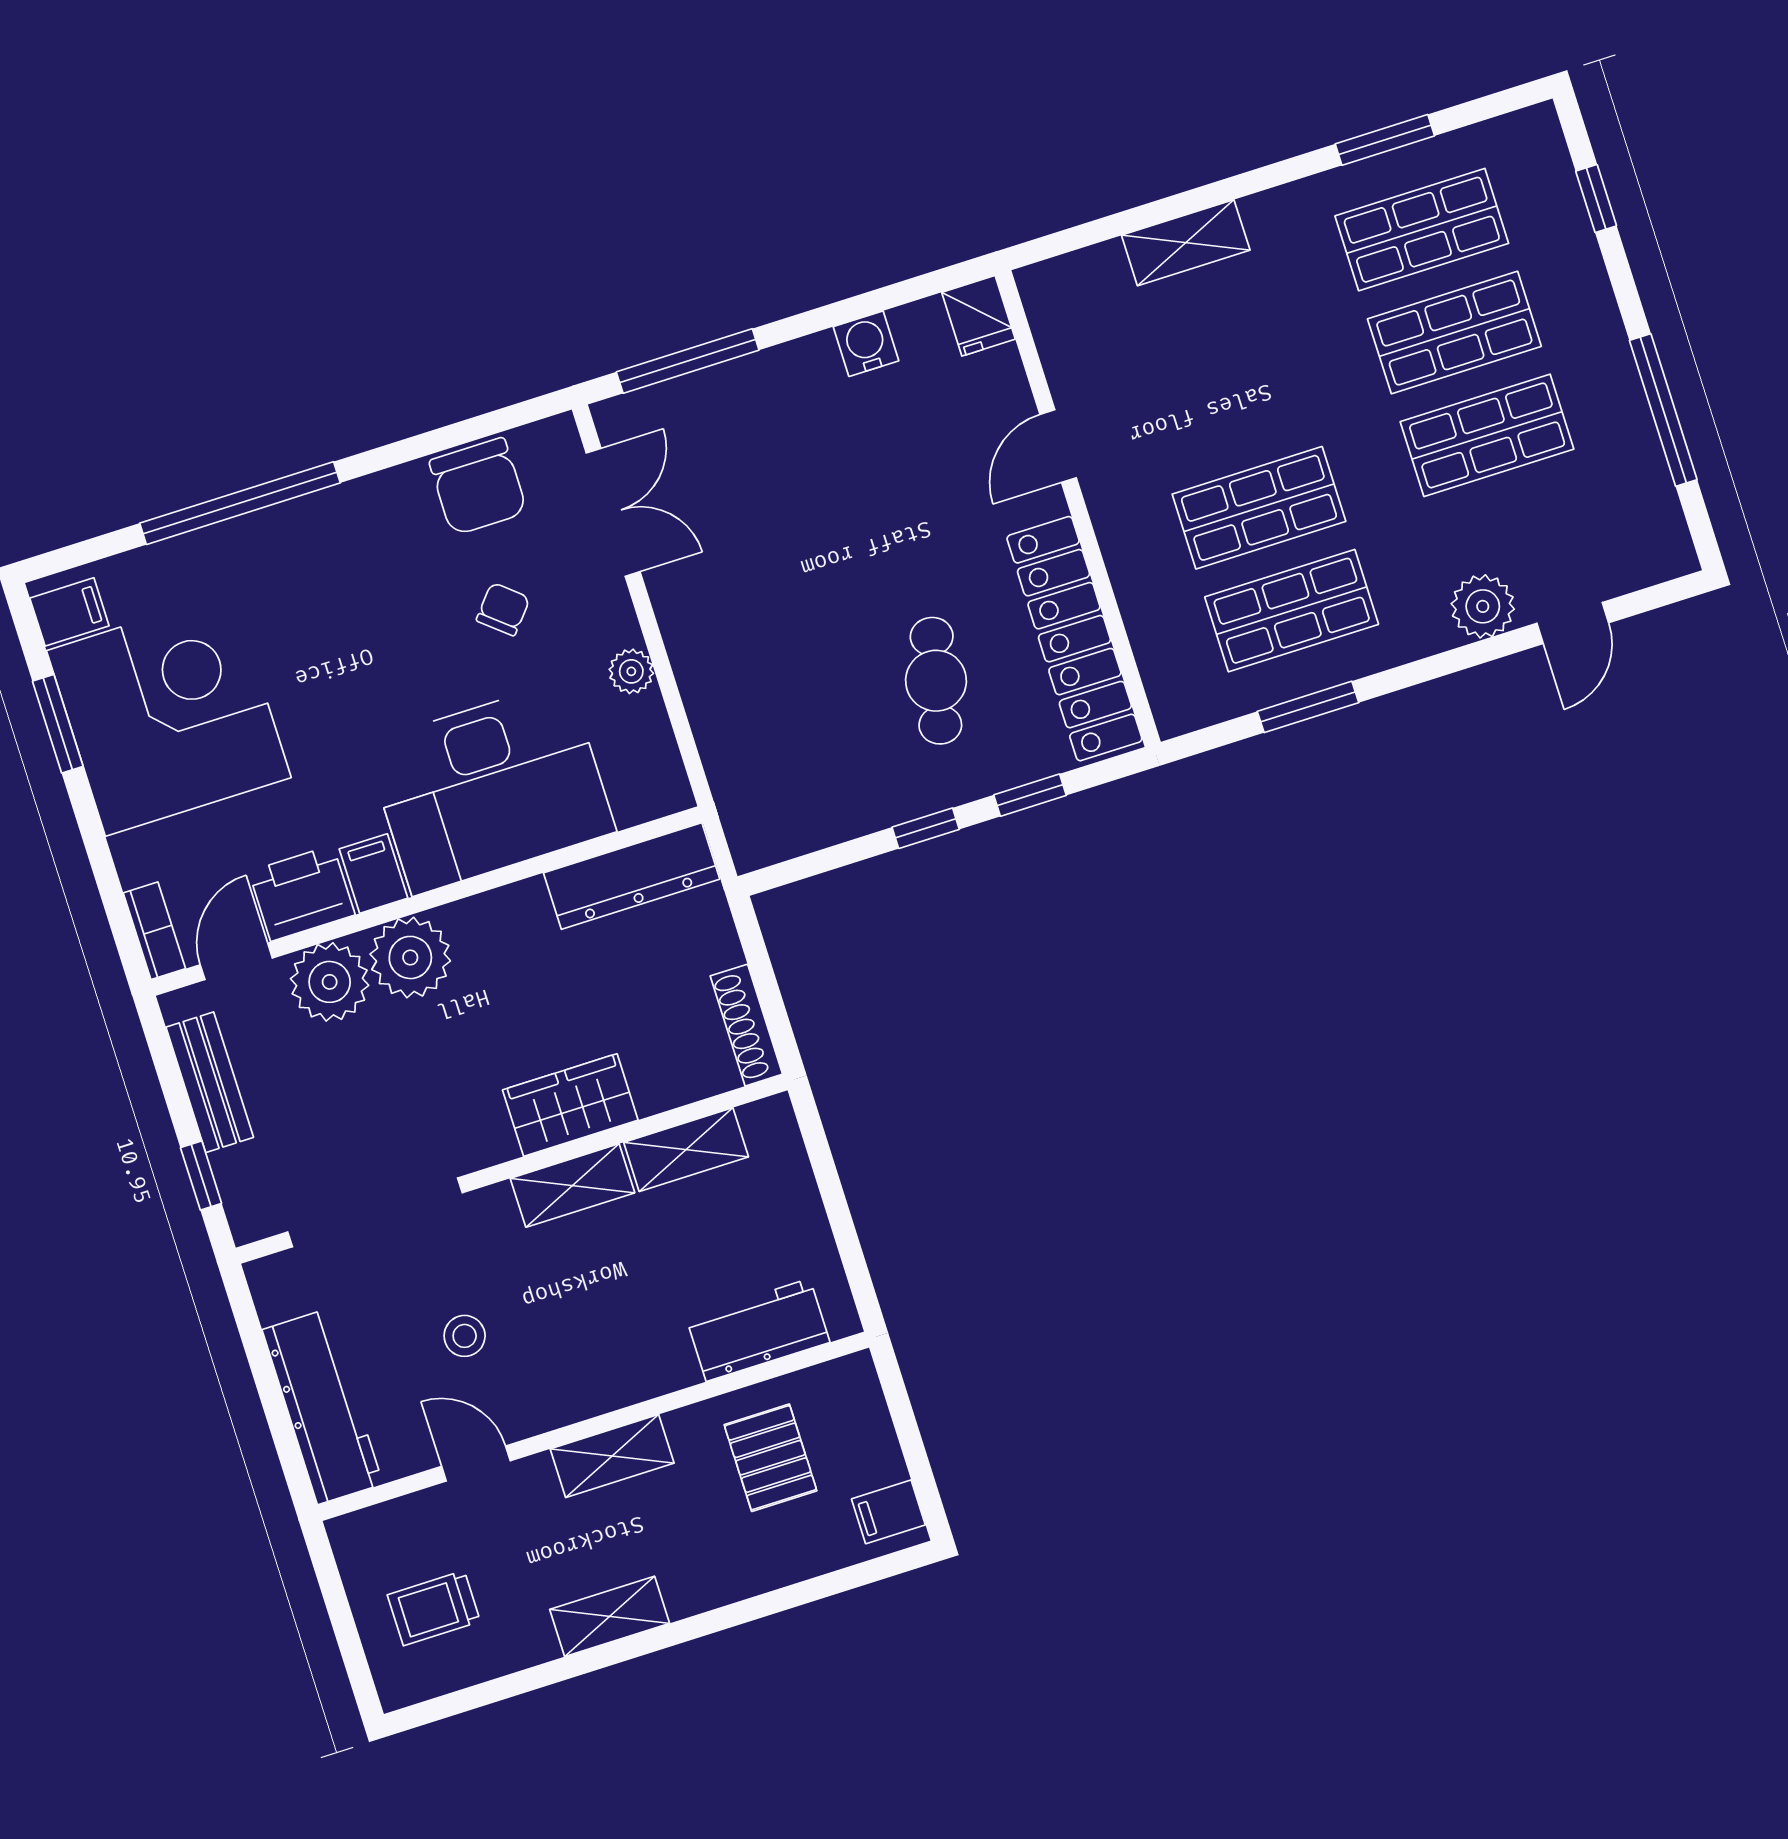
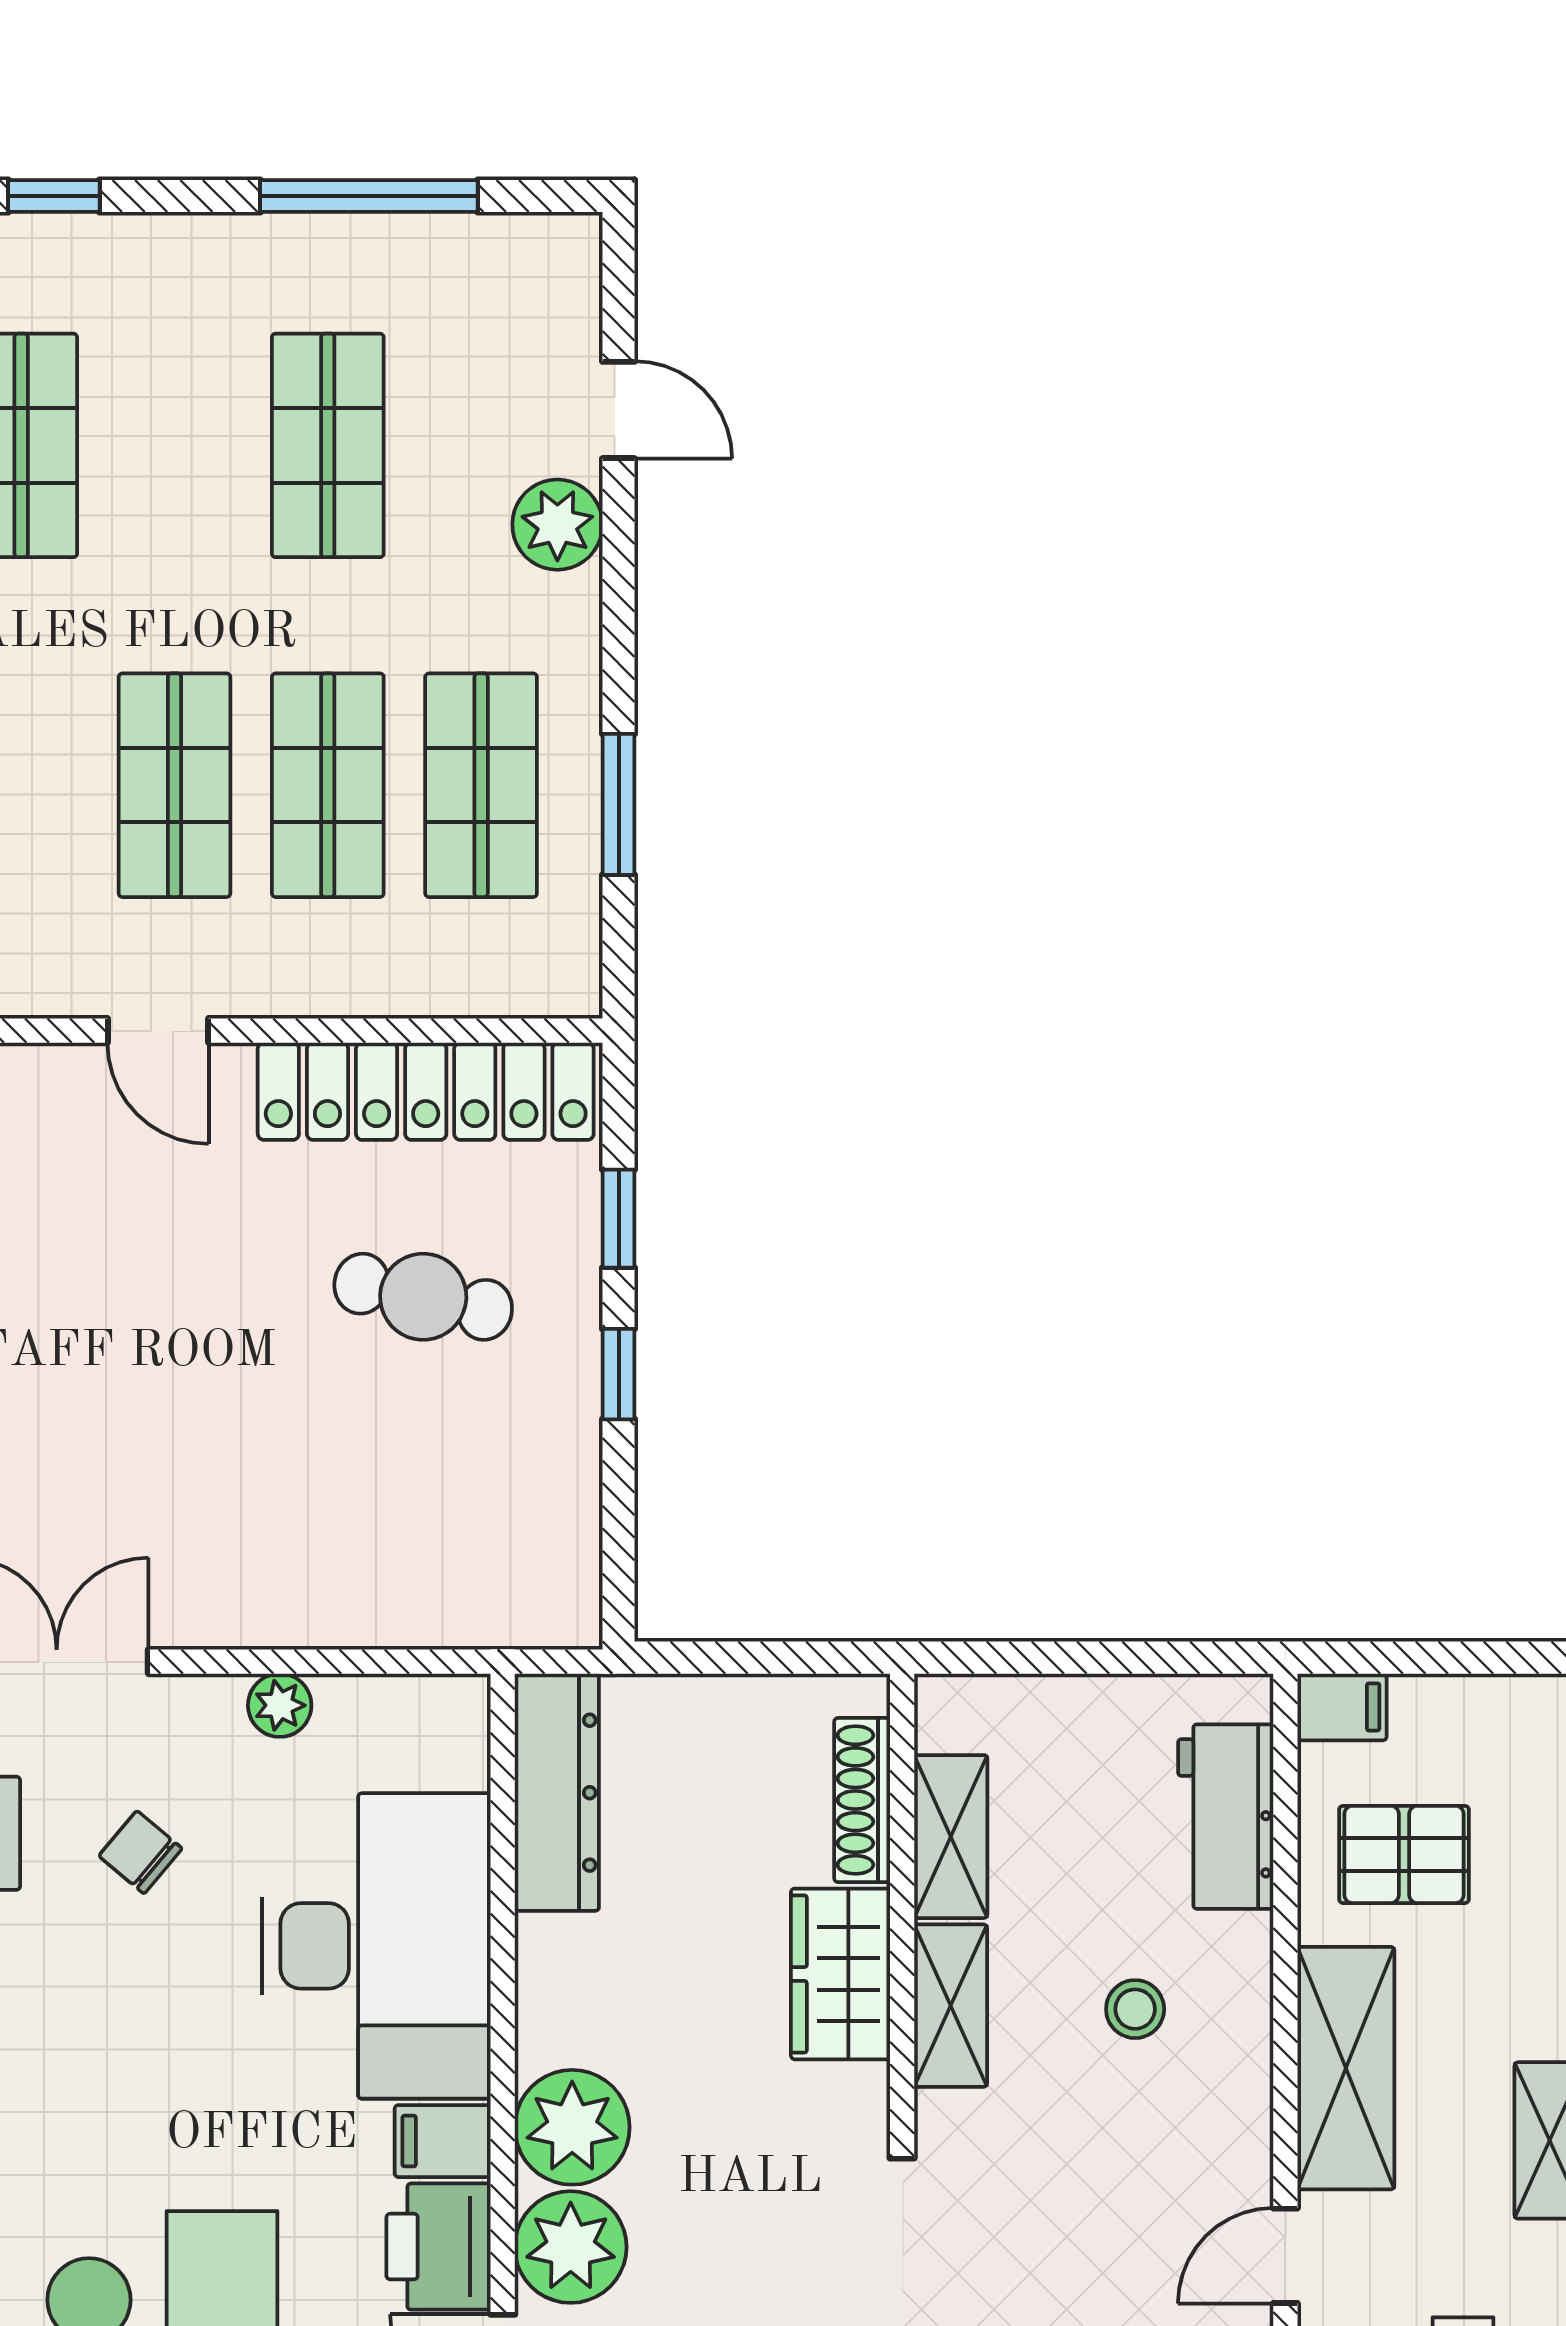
shop shelf: (1454, 333) -> (174, 785), moved
shoe rack: (746, 1025) -> (862, 1800), moved, turned 90
stool: (465, 1336) -> (1135, 2009), moved
shelving: (612, 1456) -> (1346, 2068), width x1.50, depth x1.33
filing cabinet: (888, 1512) -> (1342, 1707), moved, turned -90

